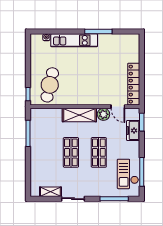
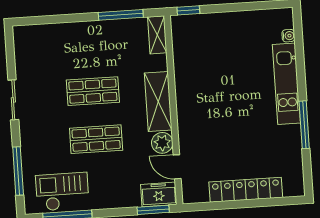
locker: (134, 84) -> (246, 190), moved
cafe table: (50, 85) -> (207, 47), removed
door: (118, 107) -> (177, 167), hinge flipped
freezer: (133, 130) -> (159, 194), moved
shelving: (50, 192) -> (157, 35), moved

